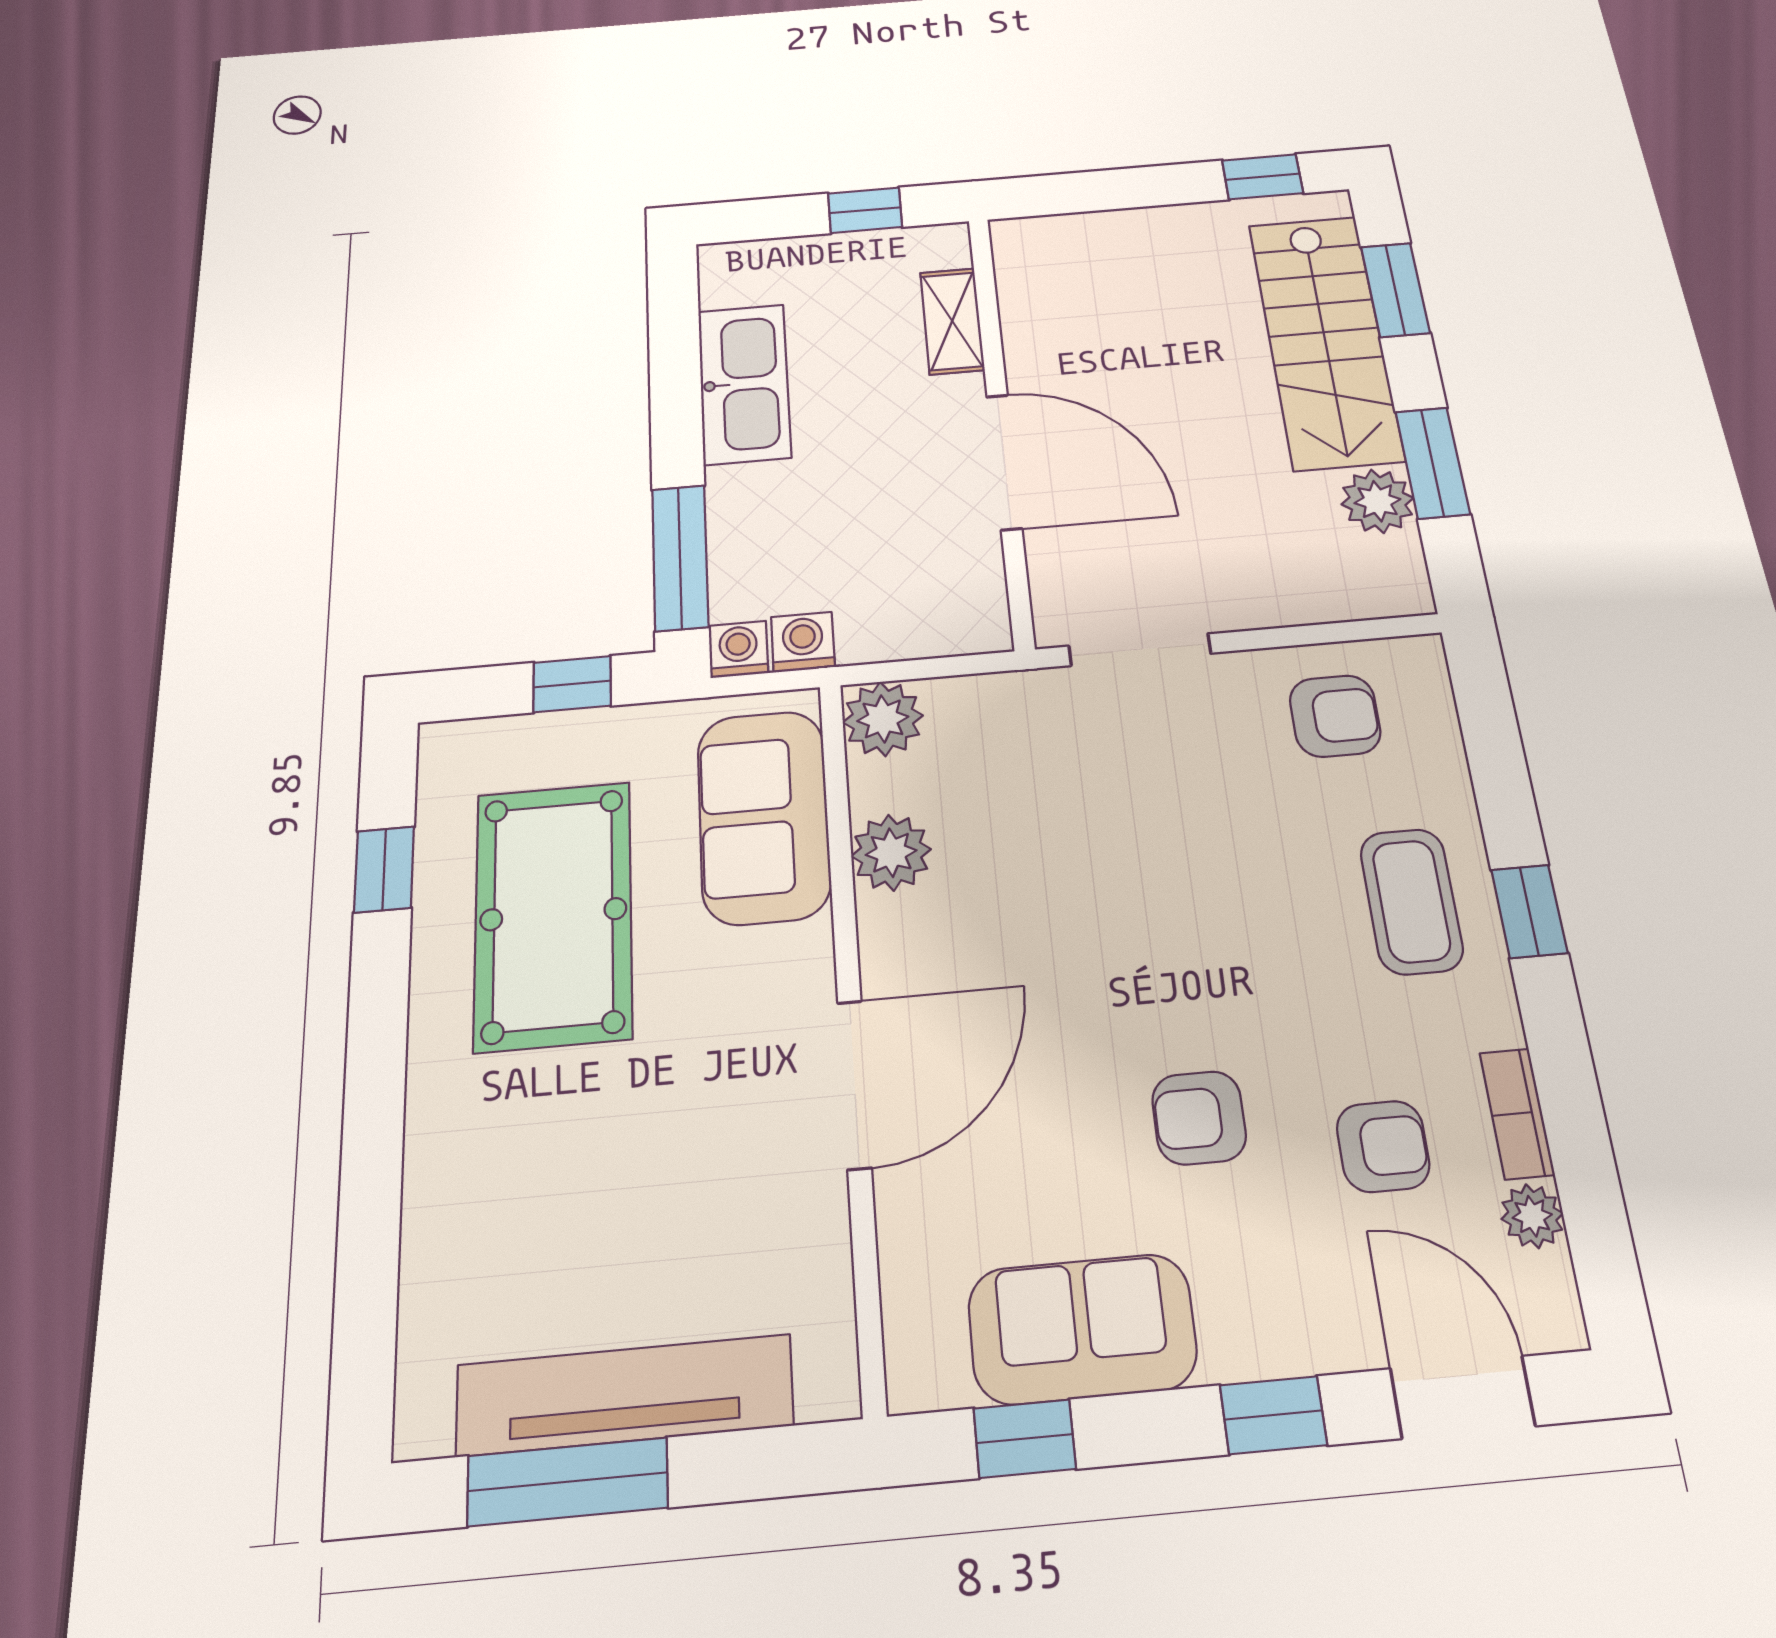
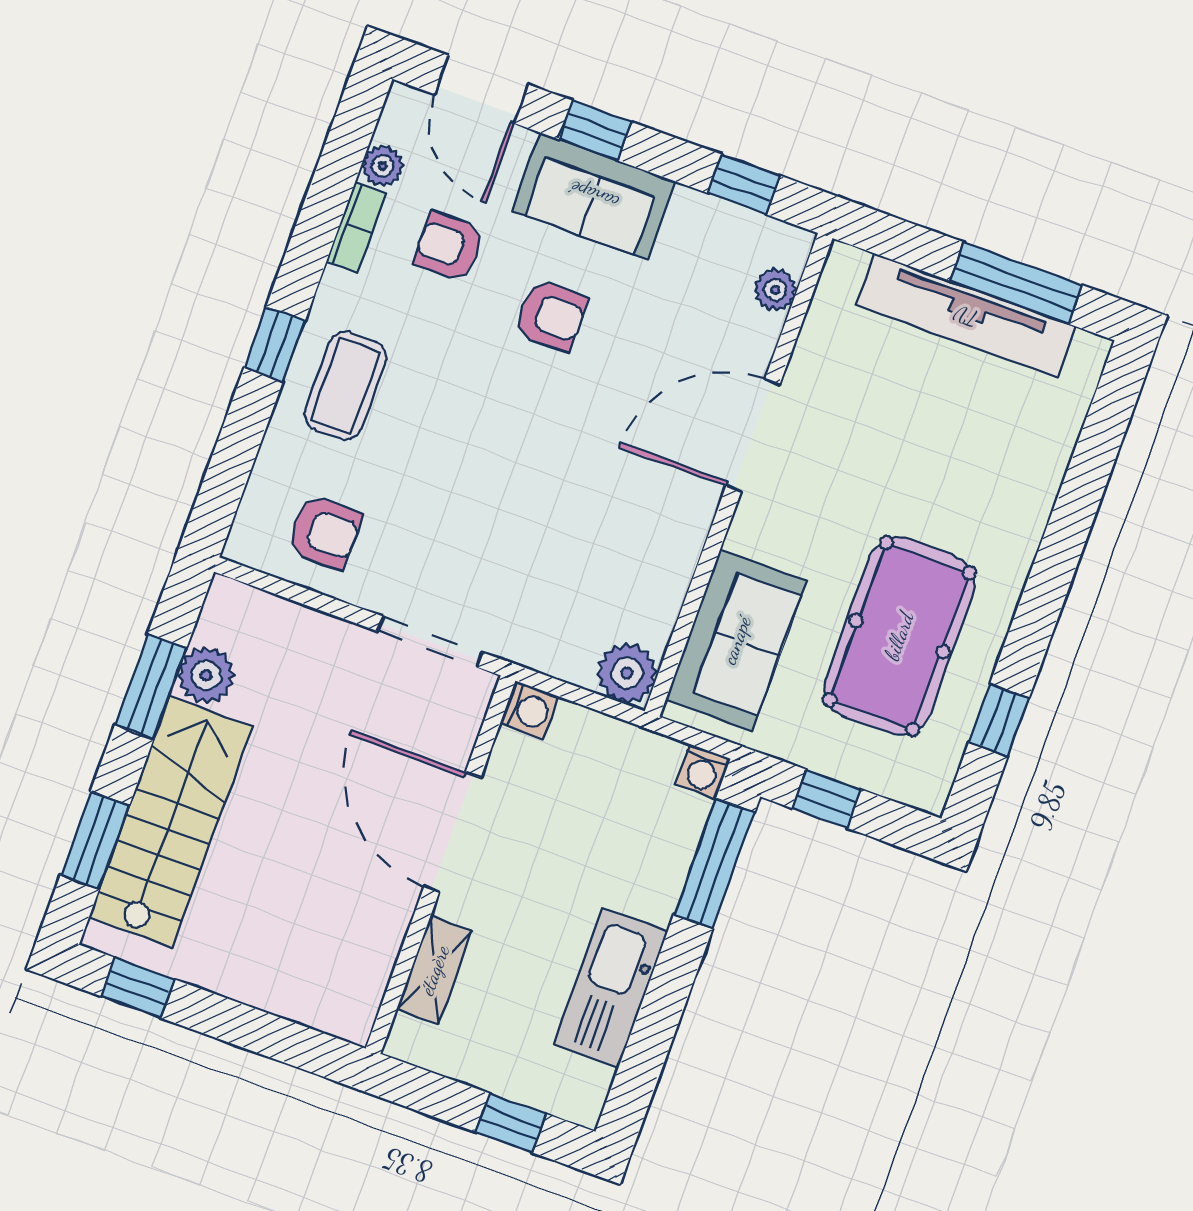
window: (865, 210) -> (511, 1123), moved
washing machine: (803, 642) -> (529, 710), moved, turned -90
armchair: (1335, 716) -> (324, 532), turned 180
plant: (891, 853) -> (775, 290), moved, width x0.73, depth x0.73
sofa: (1082, 1329) -> (594, 196), moved

